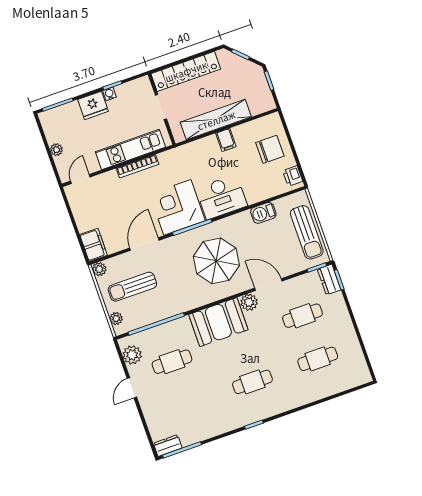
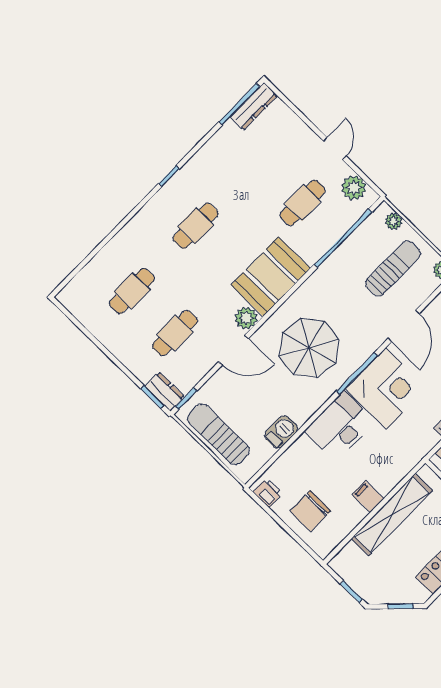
dresser: (168, 446) -> (254, 106), width x1.44

